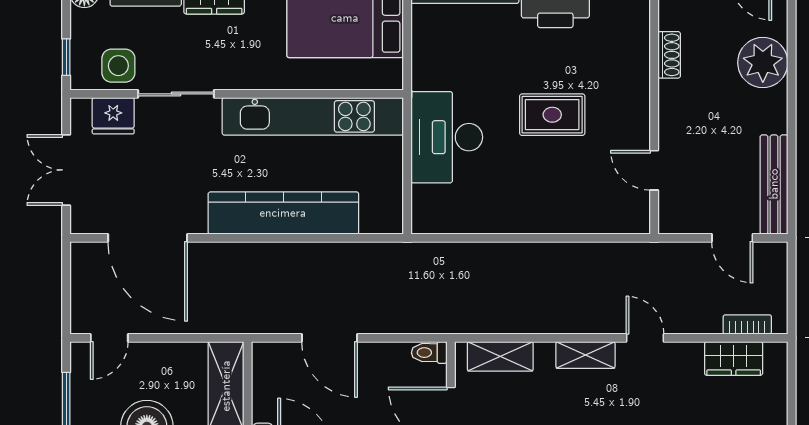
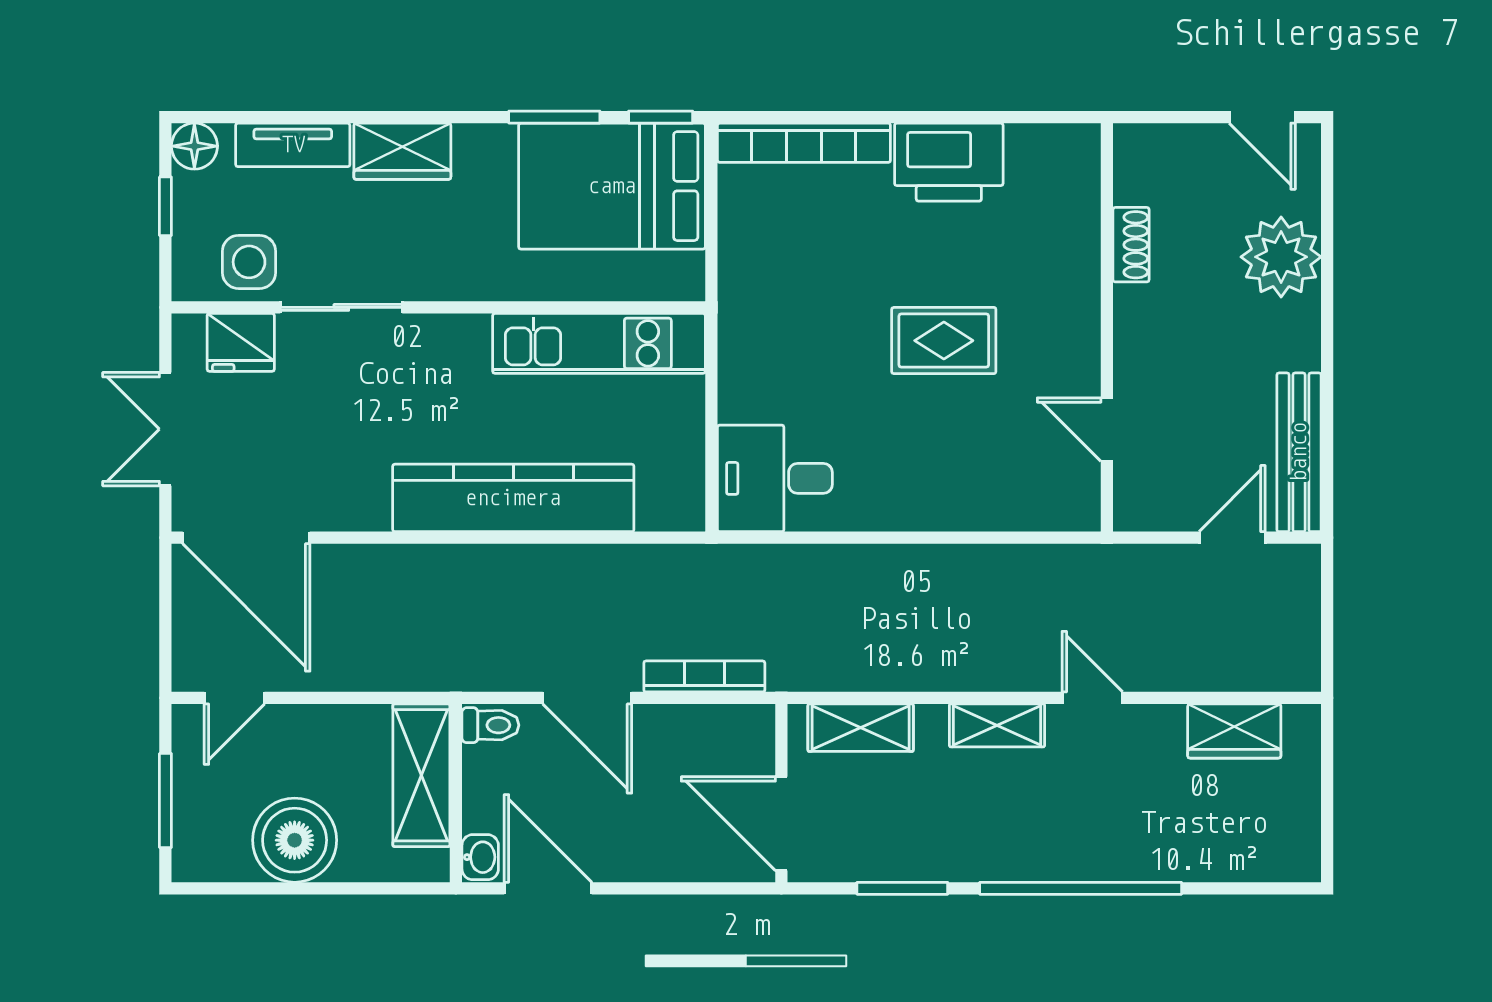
window: (66, 57) -> (165, 206), moved
kitchen unit: (313, 116) -> (599, 343), width x0.73
desk: (447, 137) -> (775, 478), moved, width x0.73
door: (148, 238) -> (246, 538), moved
door: (732, 238) -> (1232, 538), swing flipped
bookcase: (747, 324) -> (704, 676), moved, width x1.56
toilet: (429, 353) -> (490, 725), moved, turned 180

